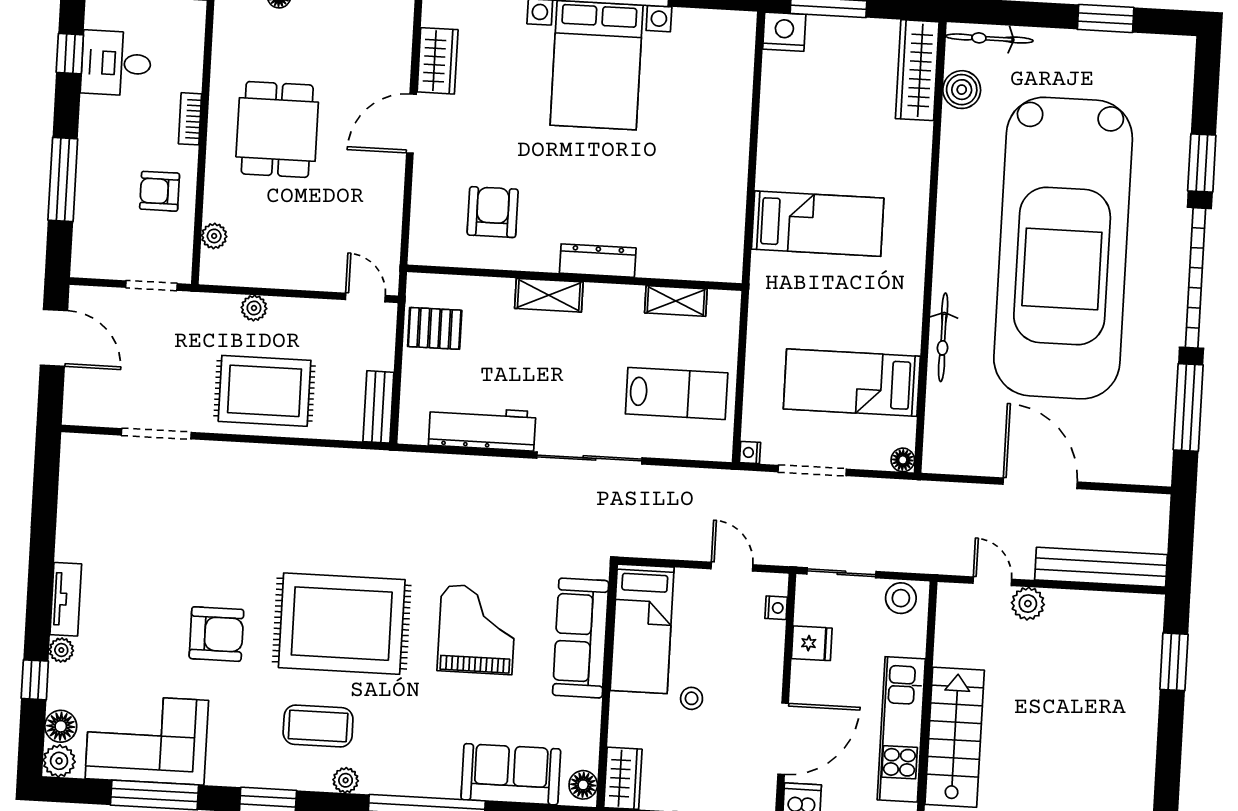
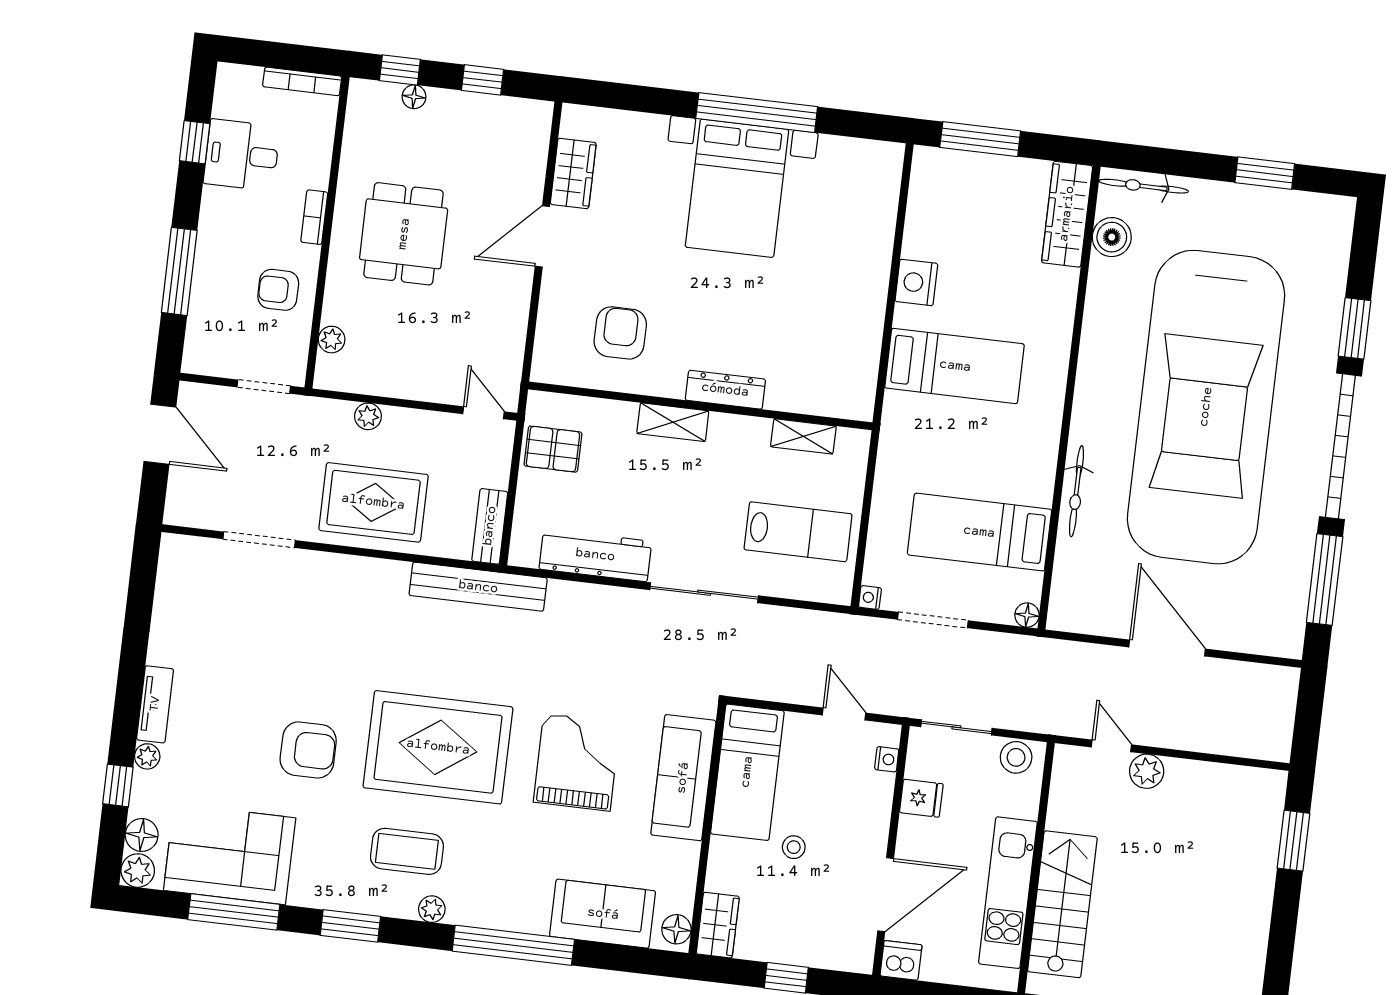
nightstand: (784, 32) -> (916, 282), moved, turned -90
bench: (1101, 567) -> (478, 587), moved

